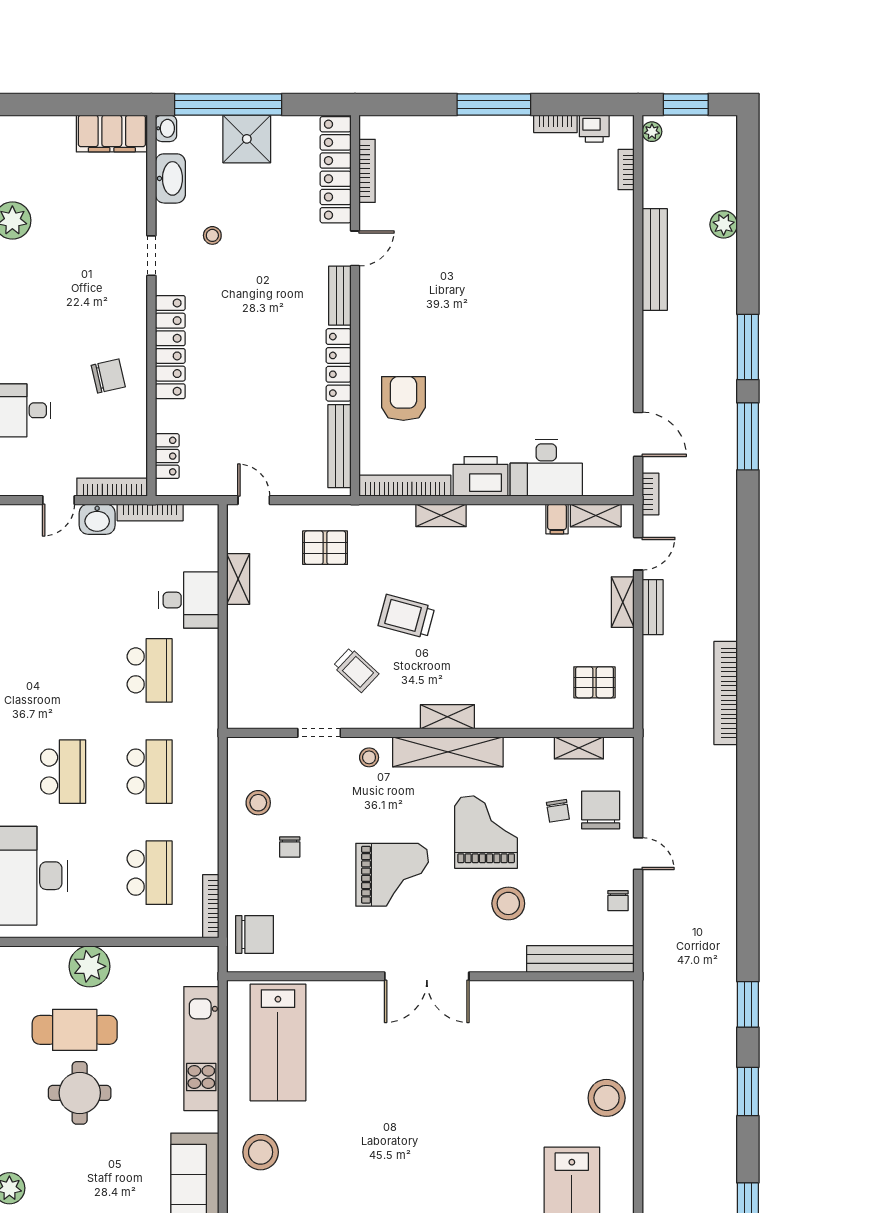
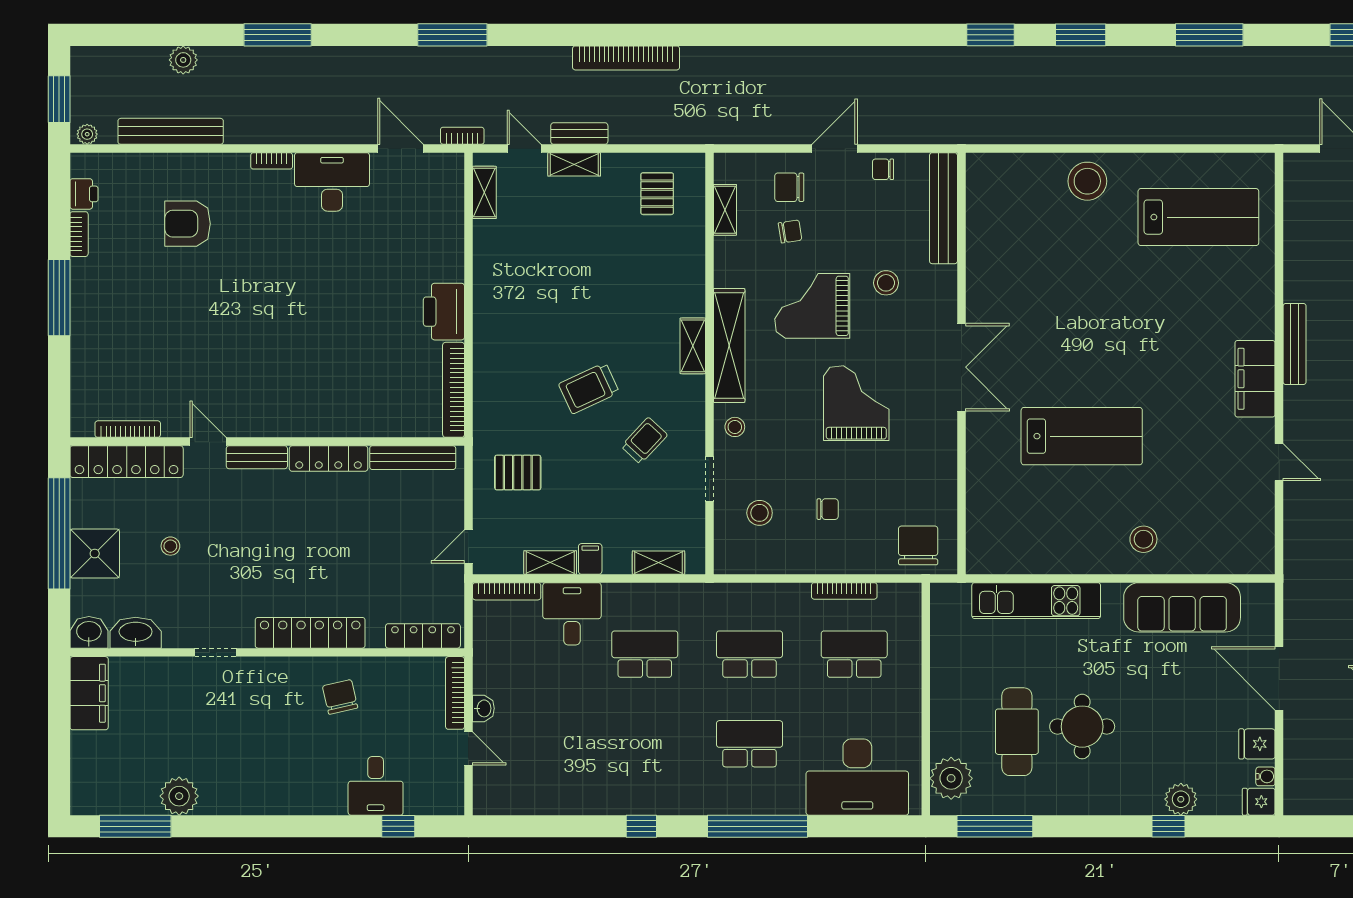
window: (228, 105) -> (59, 533), moved
washbasin: (166, 128) -> (89, 632), width x1.38, depth x1.45
bookcase: (626, 170) -> (272, 161), moved
stool: (212, 235) -> (170, 546), moved
bench: (655, 259) -> (171, 131), moved
window: (748, 347) -> (278, 35), moved
armchair: (403, 399) -> (188, 224), moved
door: (638, 434) -> (400, 148), hinge flipped
window: (748, 436) -> (452, 35), moved
locker: (167, 456) -> (423, 636), width x1.53
desk: (546, 468) -> (332, 182), moved, turned -90
bookcase: (150, 512) -> (507, 591), moved, turned 90
shelving: (441, 515) -> (659, 563), moved, turned 90
washbasin: (97, 519) -> (483, 708), width x0.72, depth x0.69
filing cabinet: (557, 519) -> (590, 559), moved, turned -90
pallet: (325, 548) -> (518, 473), turned 90
trolley: (406, 616) -> (589, 388), turned 50
bookcase: (726, 693) -> (626, 58), moved
stool: (258, 803) -> (760, 513), moved
chair: (601, 810) -> (789, 187), width x0.73, depth x0.73
door: (638, 854) -> (835, 148), width x1.37
chair: (618, 901) -> (883, 169), turned 180
stool: (508, 903) -> (886, 283), width x0.73, depth x0.73
bookcase: (211, 906) -> (844, 591), moved
plant: (89, 966) -> (951, 778), moved
lab bench: (278, 1042) -> (1082, 436), moved
stool: (261, 1152) -> (1143, 539), width x0.73, depth x0.73

